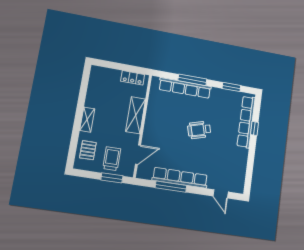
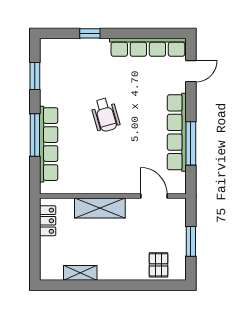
shelving: (87, 120) -> (80, 273), moved
row of seats: (246, 122) -> (148, 47), moved
pallet: (88, 150) -> (159, 265), turned 90
trolley: (112, 159) -> (165, 231), removed
window: (112, 178) -> (191, 241), moved

